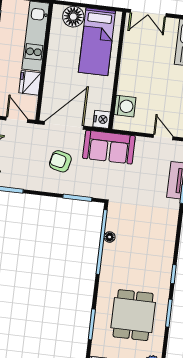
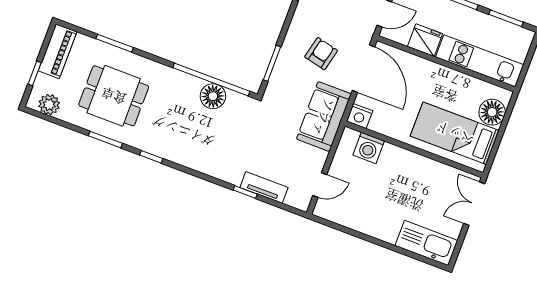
floor lamp: (110, 237) -> (213, 96), width x1.89, depth x1.89

